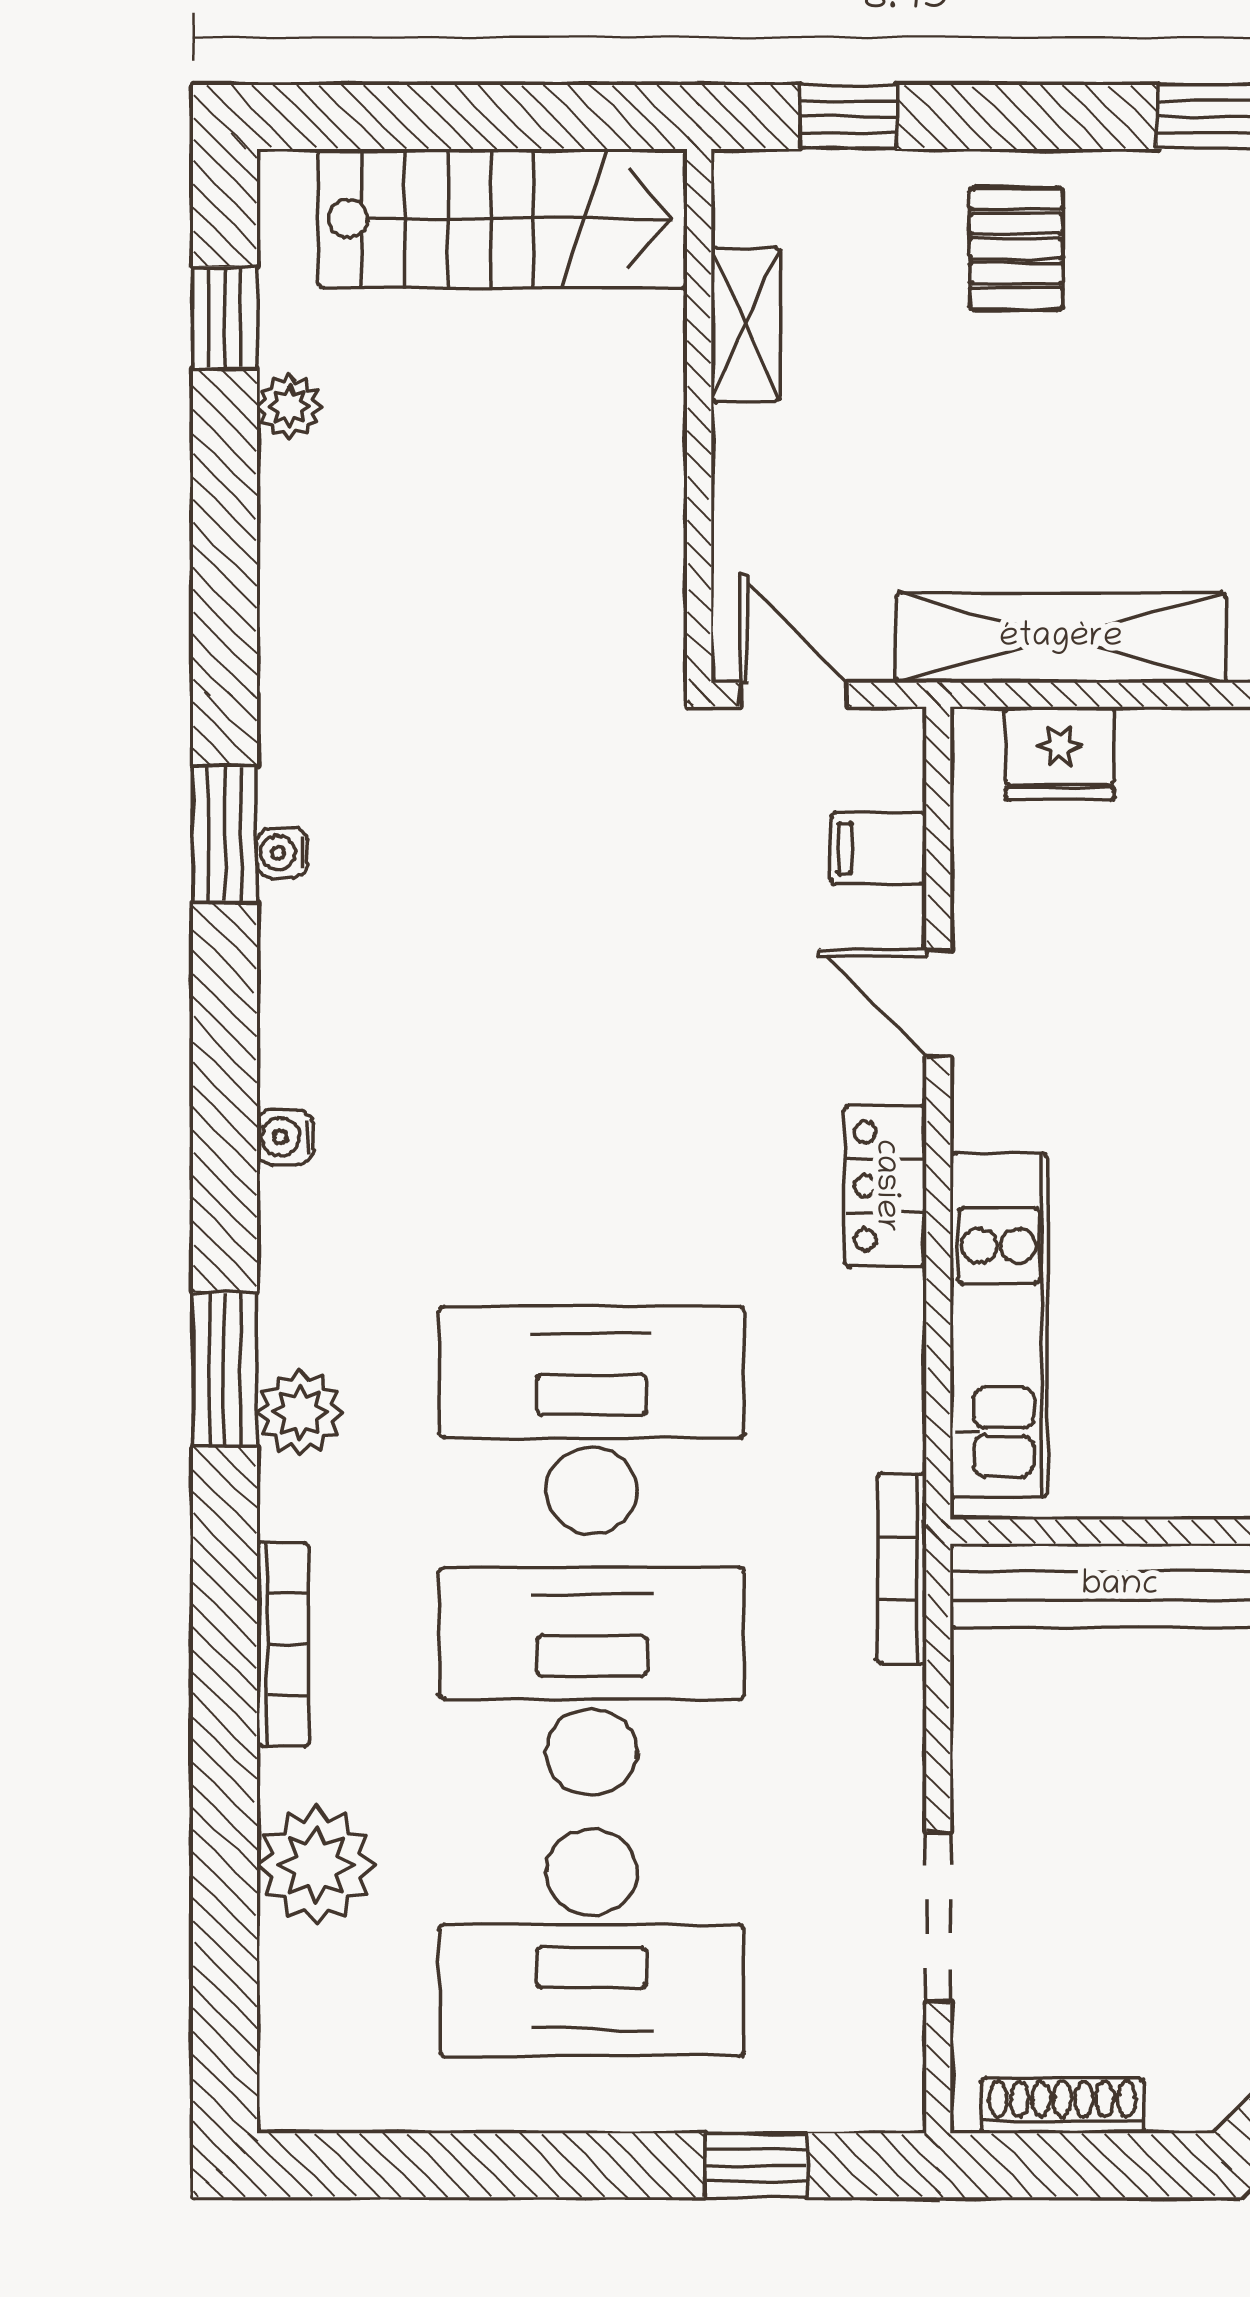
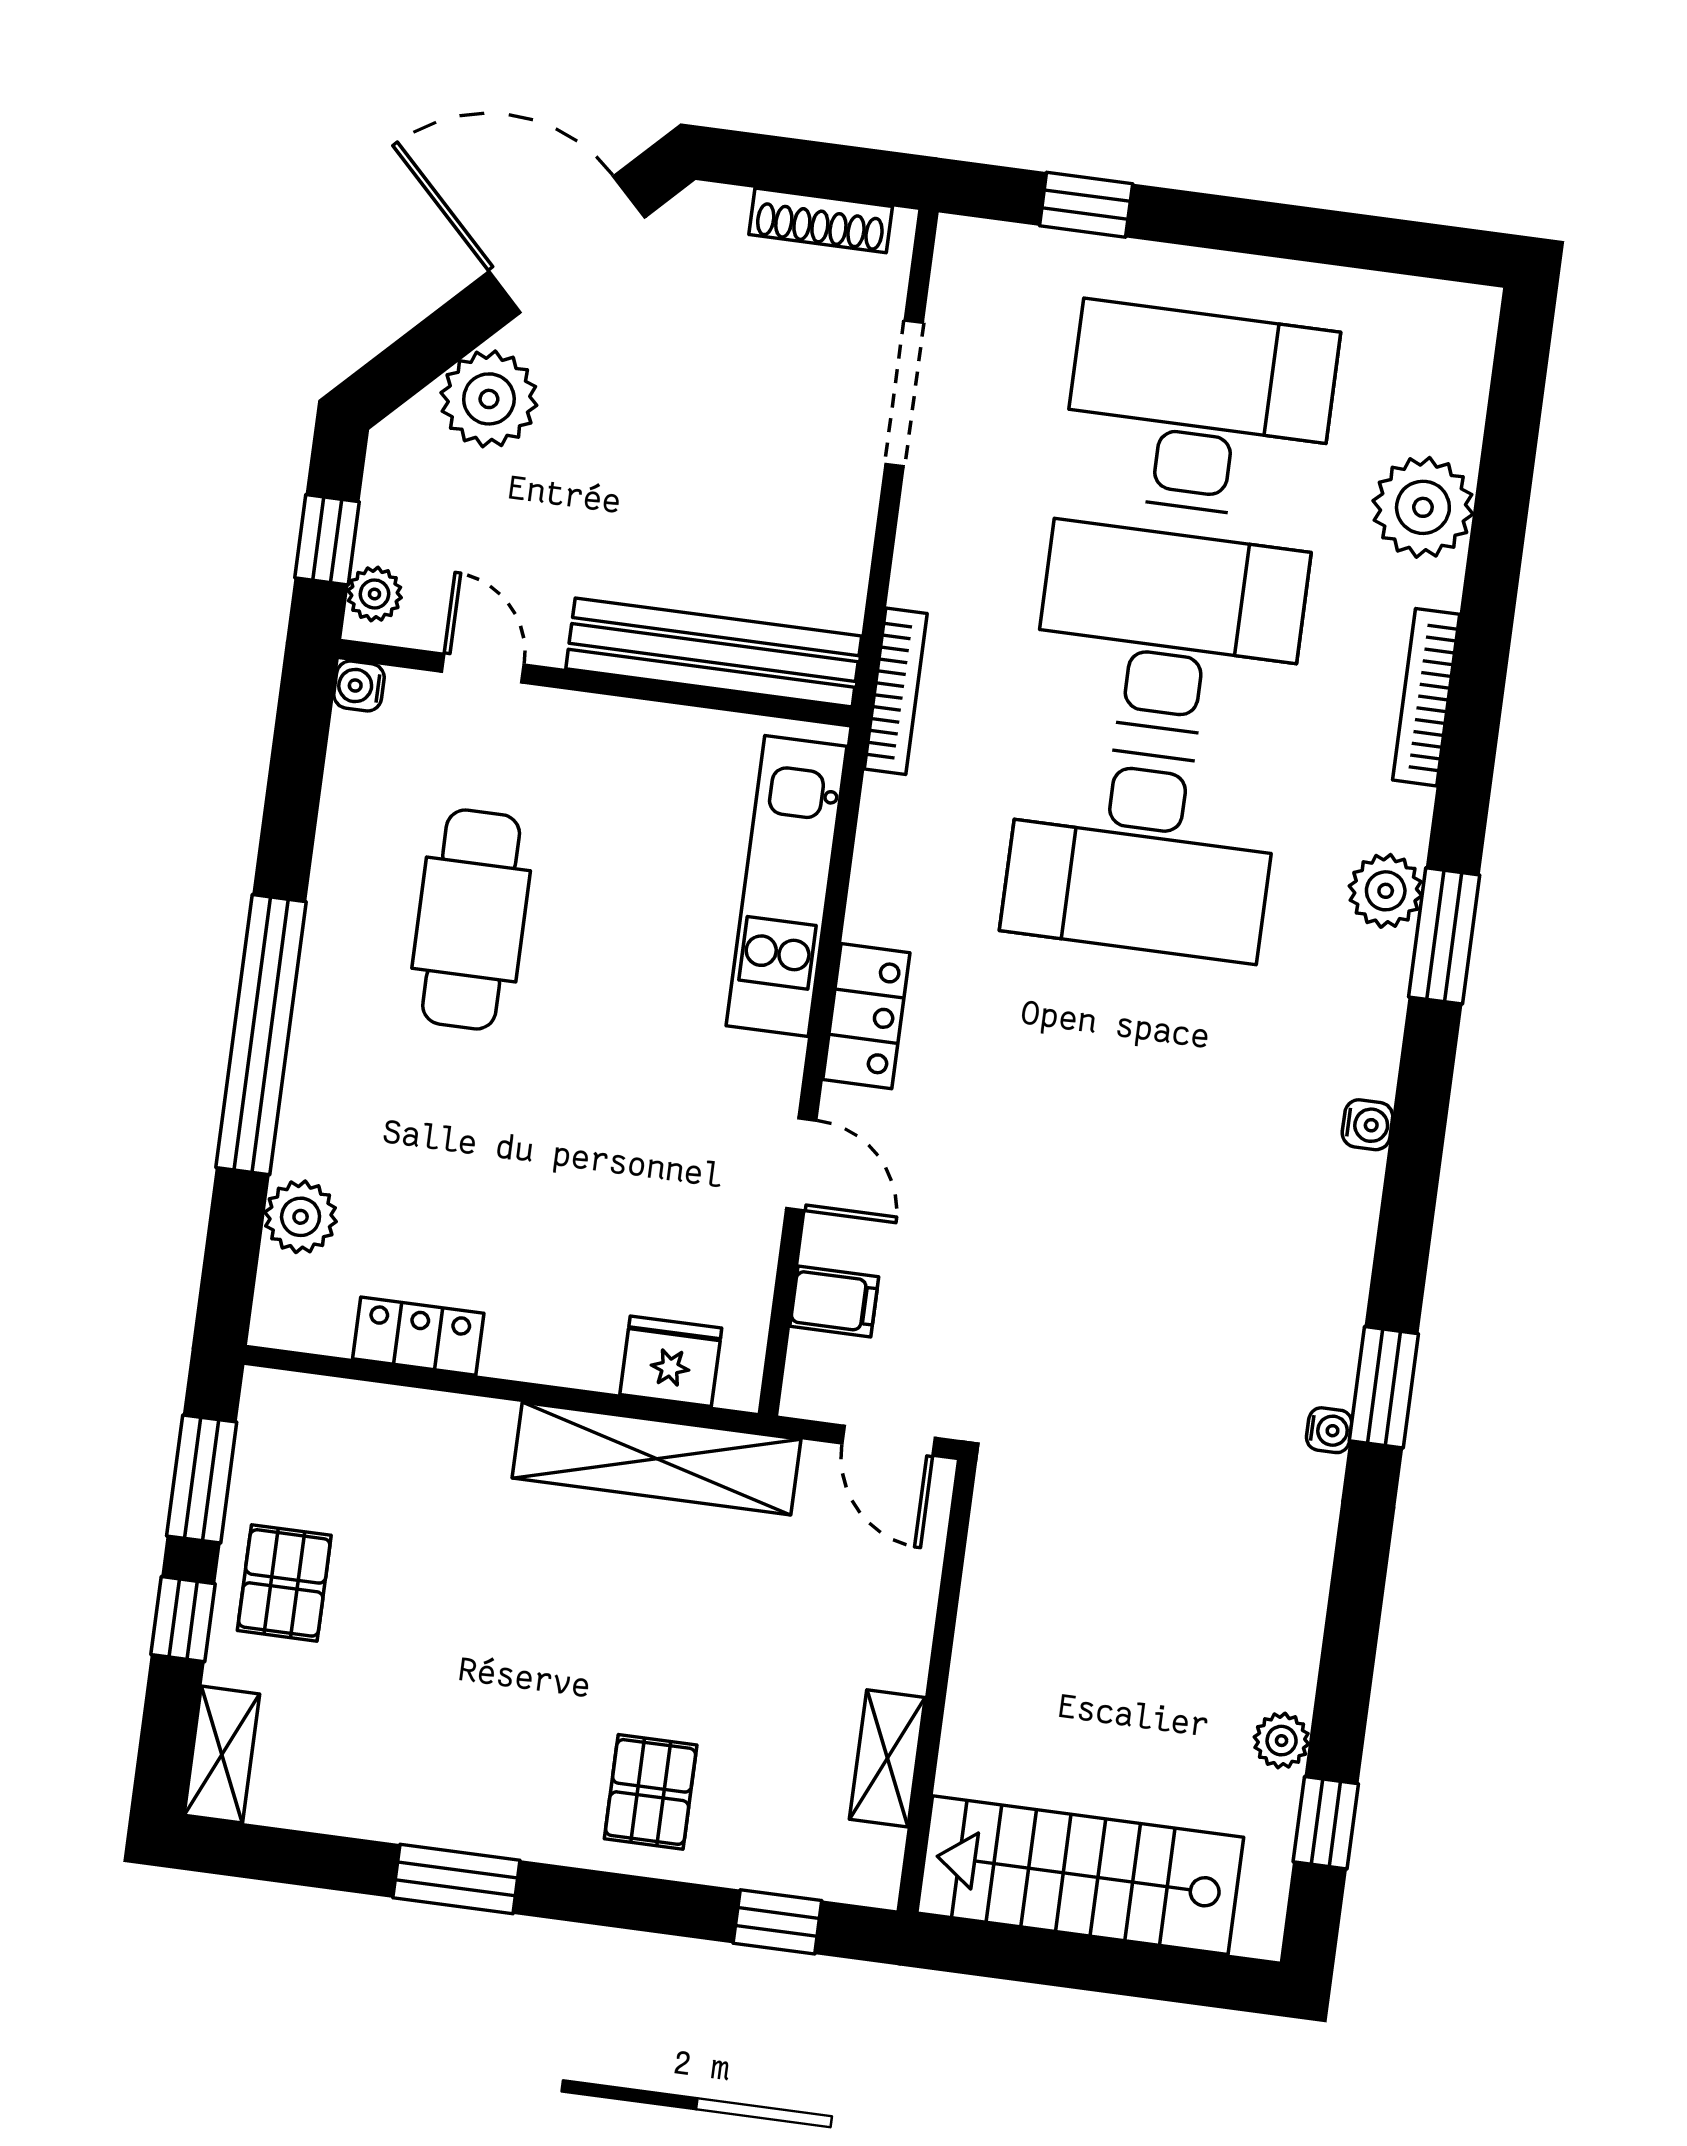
water cooler: (282, 853) -> (1329, 1430), moved
desk: (592, 1681) -> (1170, 631), turned 180

